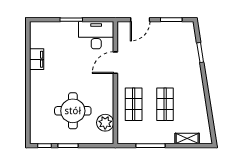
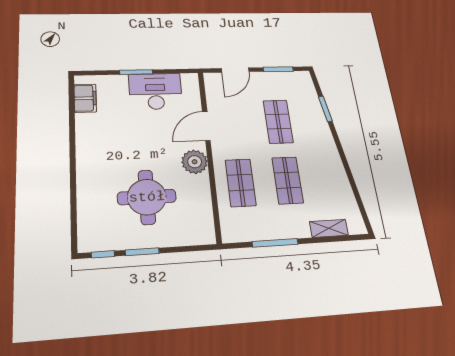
desk: (96, 35) -> (155, 91), moved
filing cabinet: (37, 59) -> (85, 98), moved
shop shelf: (165, 61) -> (278, 122), added
plant: (105, 123) -> (195, 162), moved

